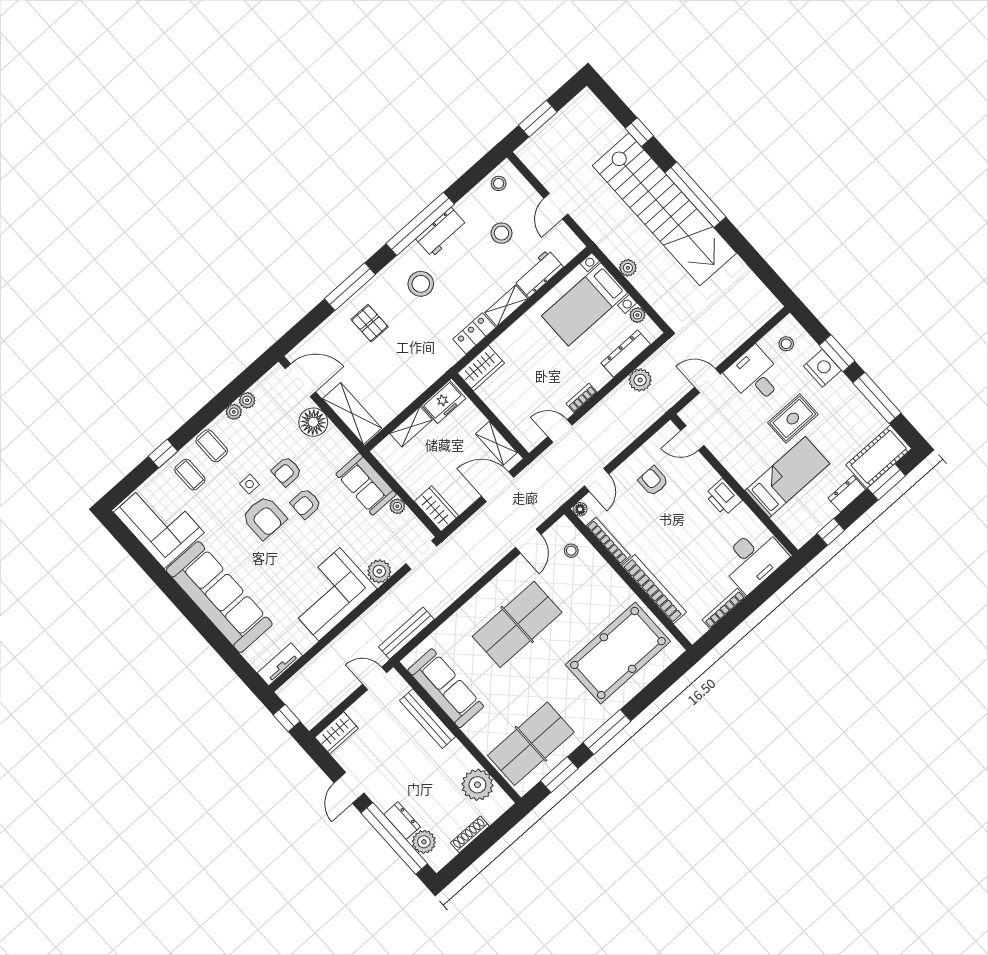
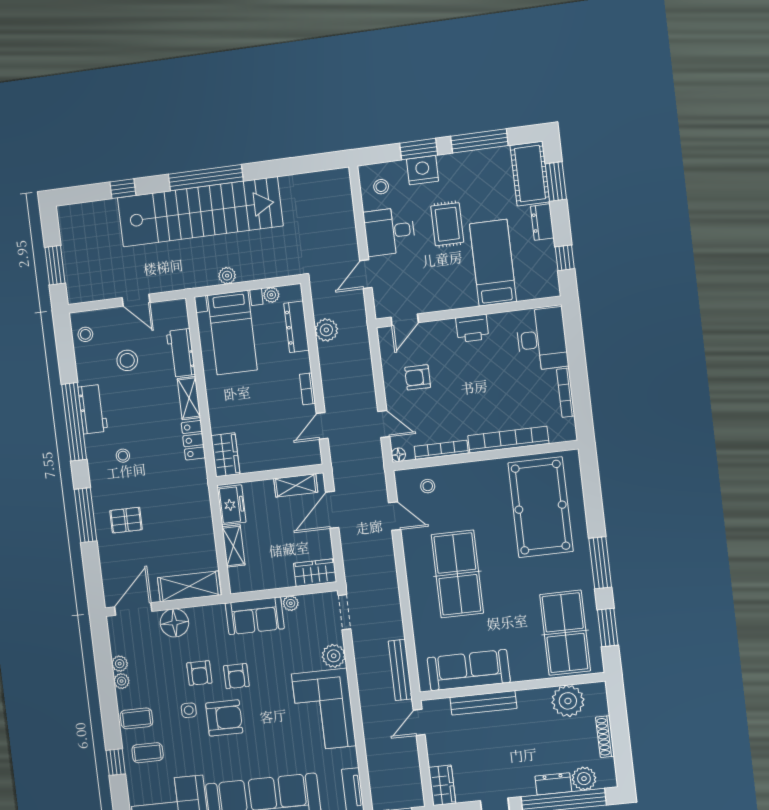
stool: (421, 284) -> (123, 456), width x0.53, depth x0.53

